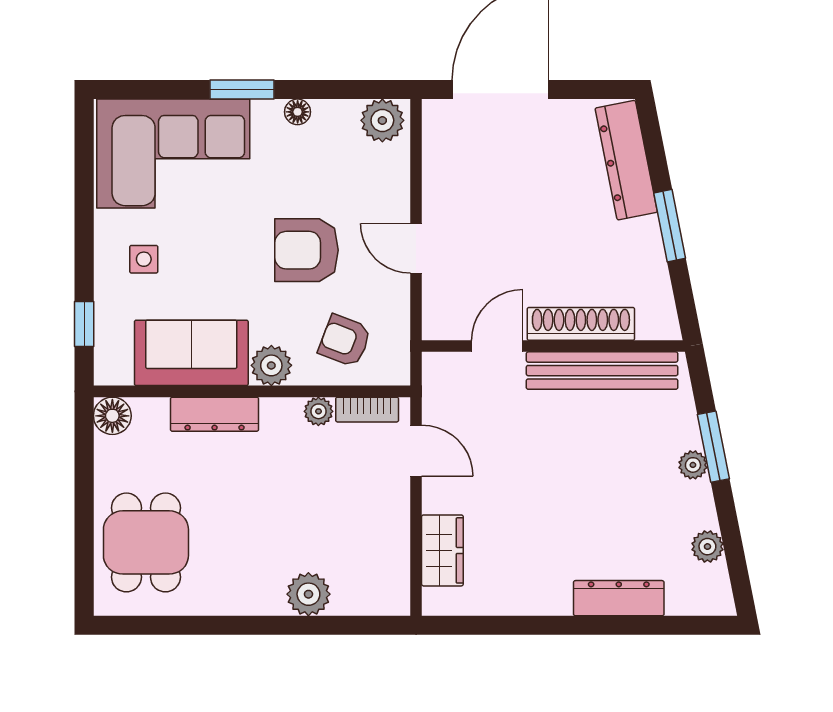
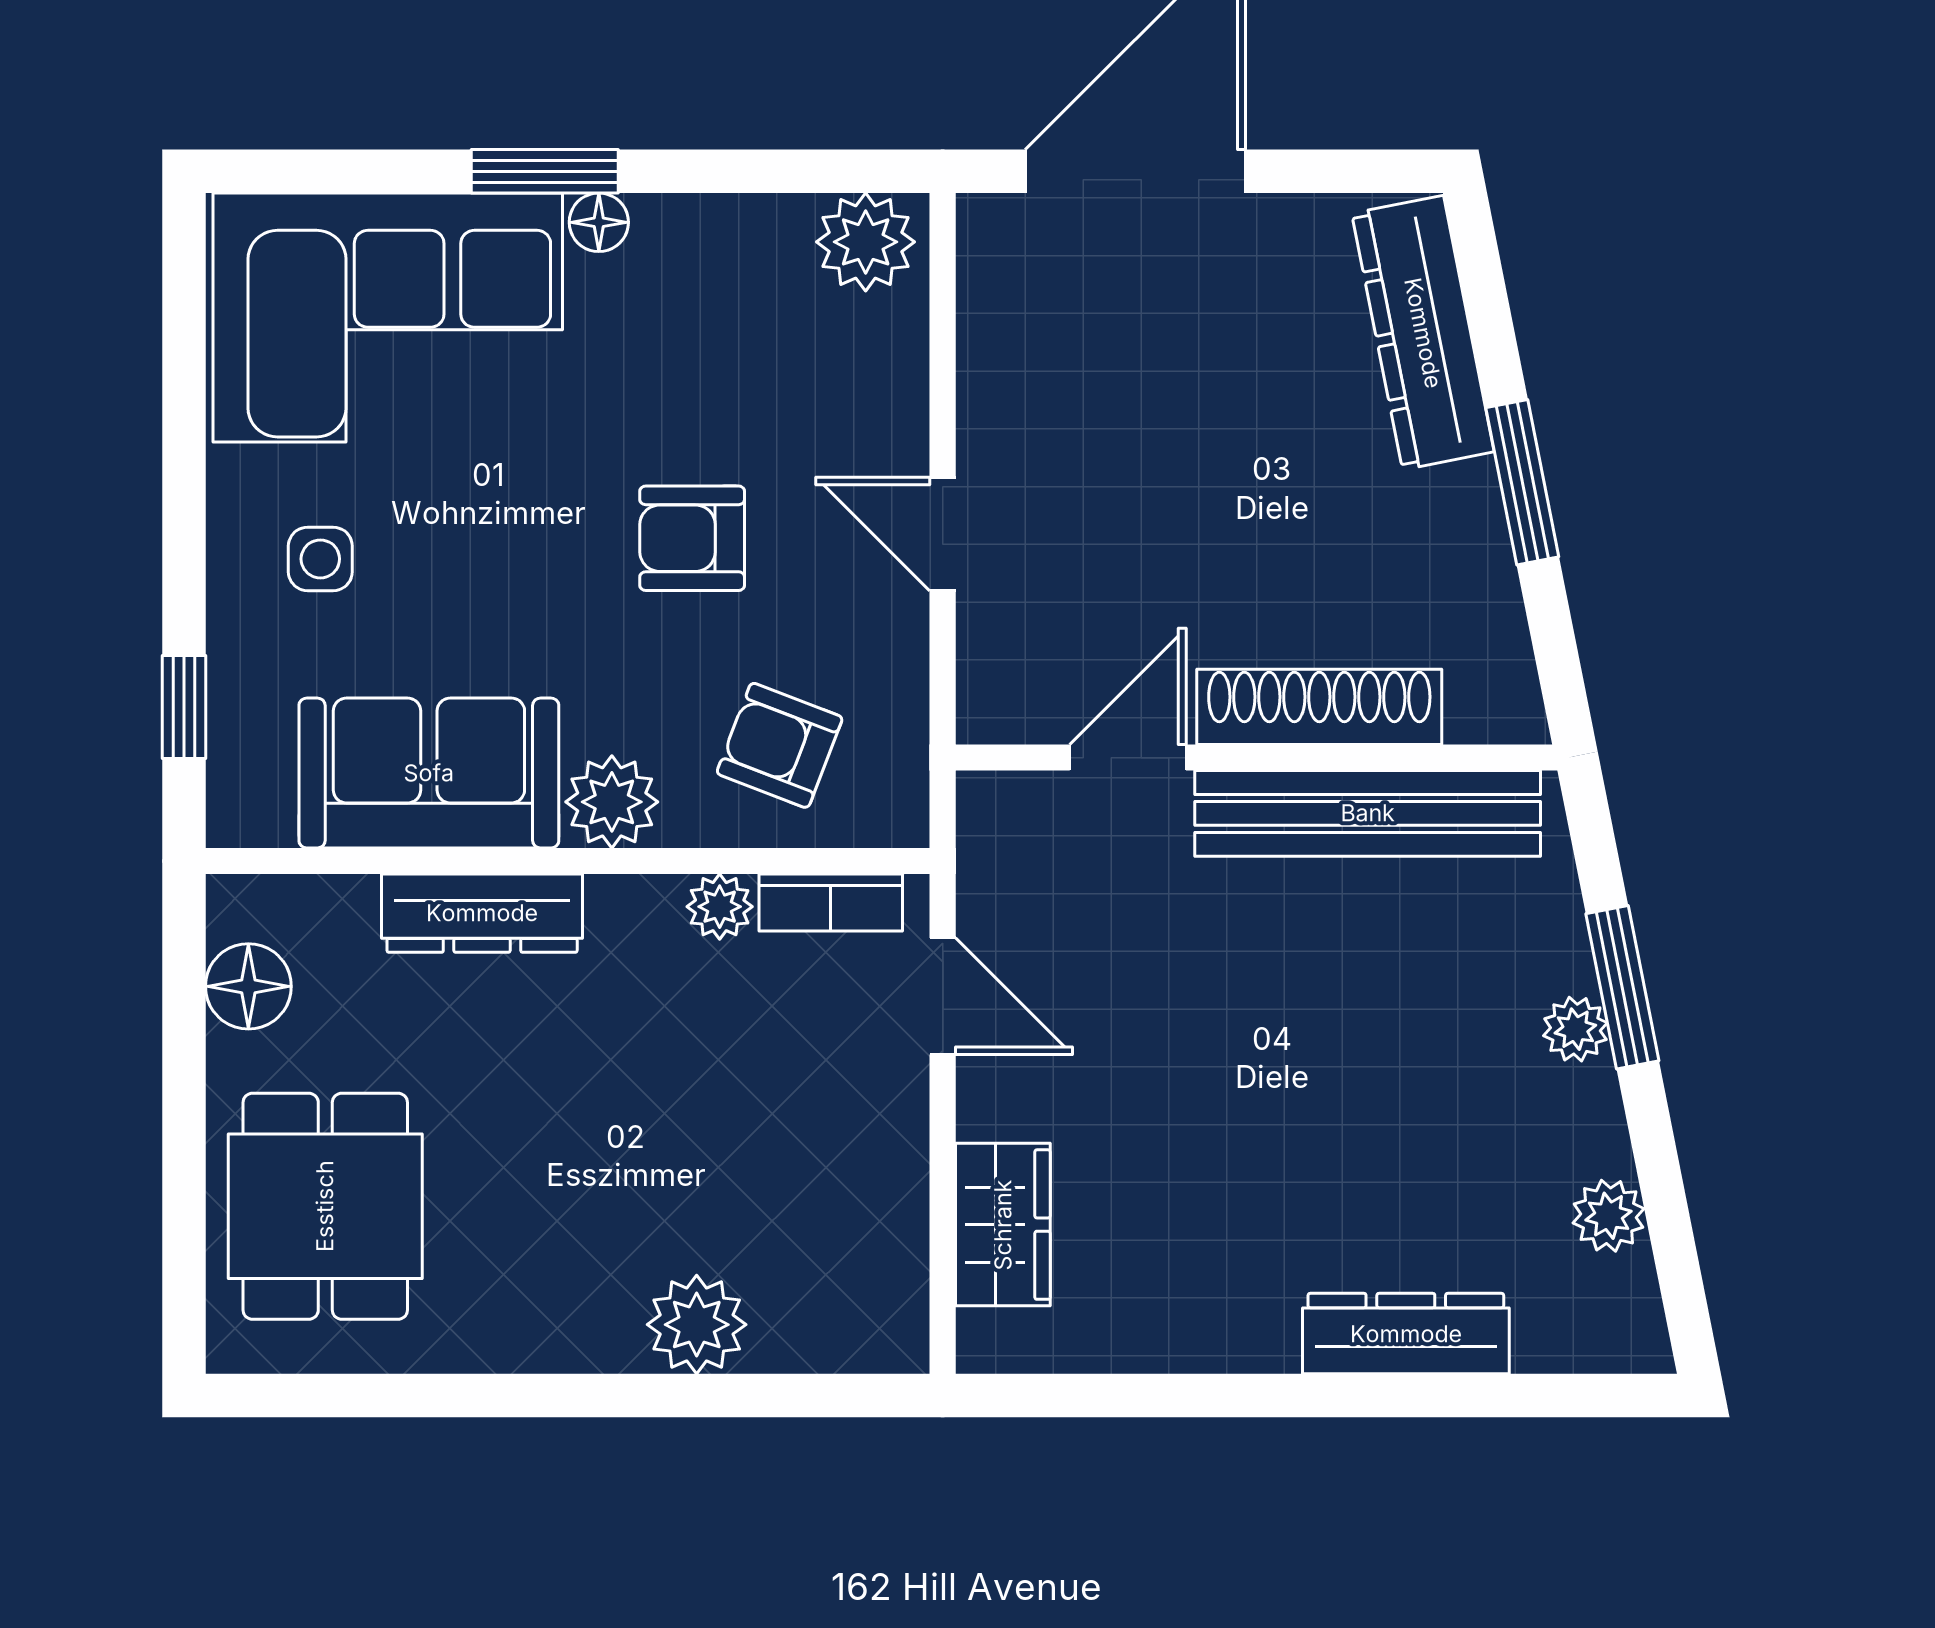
floor lamp: (298, 112) -> (599, 222), moved
armchair: (306, 250) -> (692, 538), width x0.72, depth x0.72
floor lamp: (112, 416) -> (248, 986), moved

